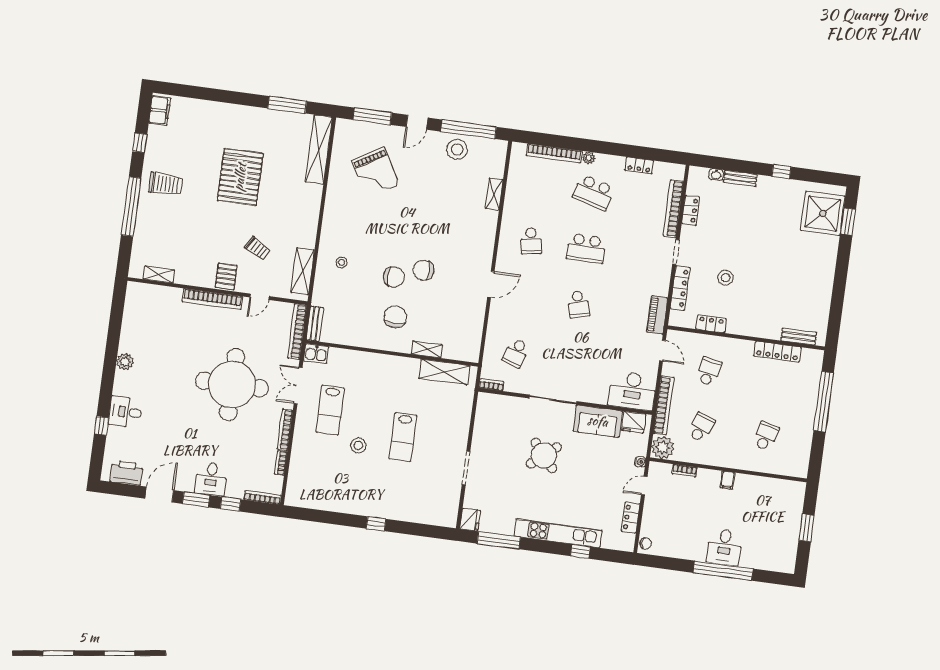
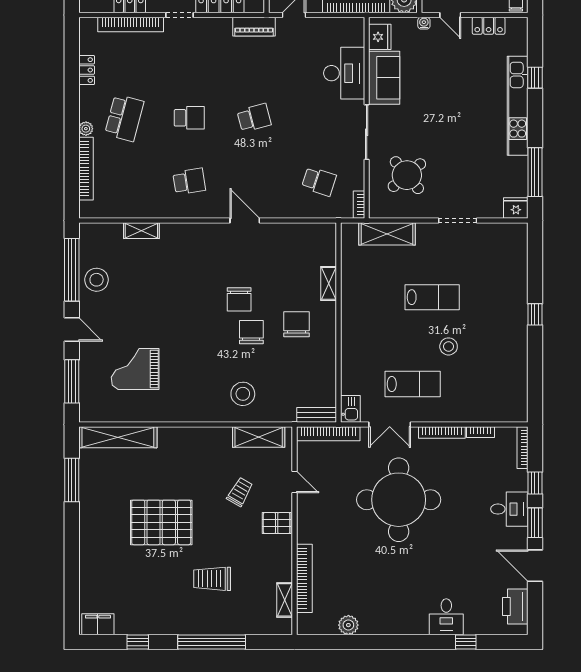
grand piano: (376, 172) -> (135, 369), turned -150
trolley: (166, 184) -> (212, 579), moved, turned -90
school desk: (586, 248) -> (189, 118), width x0.54
stool: (342, 262) -> (243, 394), width x1.89, depth x1.89
bookcase: (212, 299) -> (304, 578), moved
chair: (395, 317) -> (296, 324), turned 90
plant: (125, 362) -> (348, 625), moved
shelving: (444, 372) -> (387, 234), moved, turned 90
desk: (632, 391) -> (344, 73), moved
round table: (544, 455) -> (407, 175), moved

